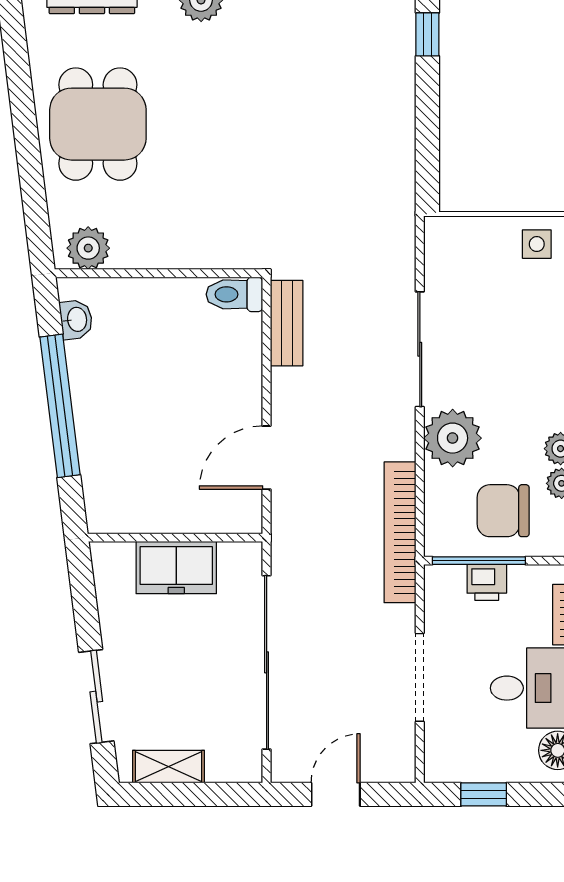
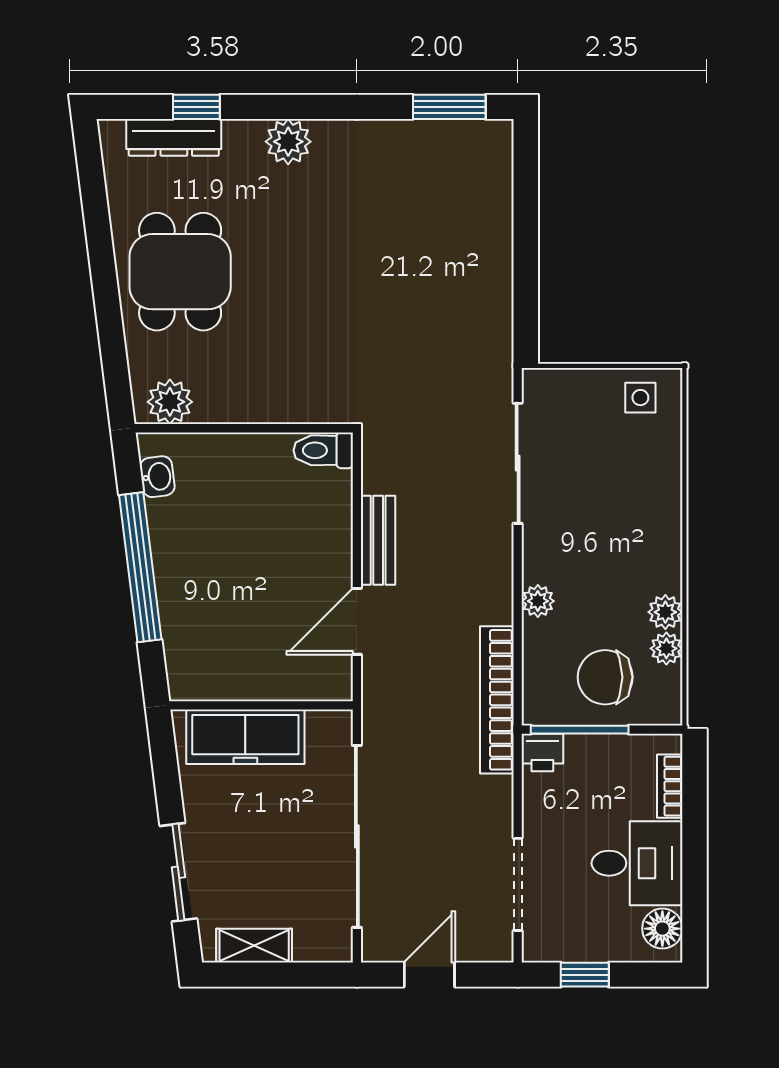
window: (427, 34) -> (526, 178), removed
bench: (287, 323) -> (378, 540), moved
sliding door: (420, 349) -> (518, 463), moved
plant: (453, 438) -> (538, 601), width x0.53, depth x0.53
freezer: (176, 568) -> (245, 737), width x1.40
printer: (487, 582) -> (542, 752), moved
doorway: (420, 677) -> (518, 884), moved

